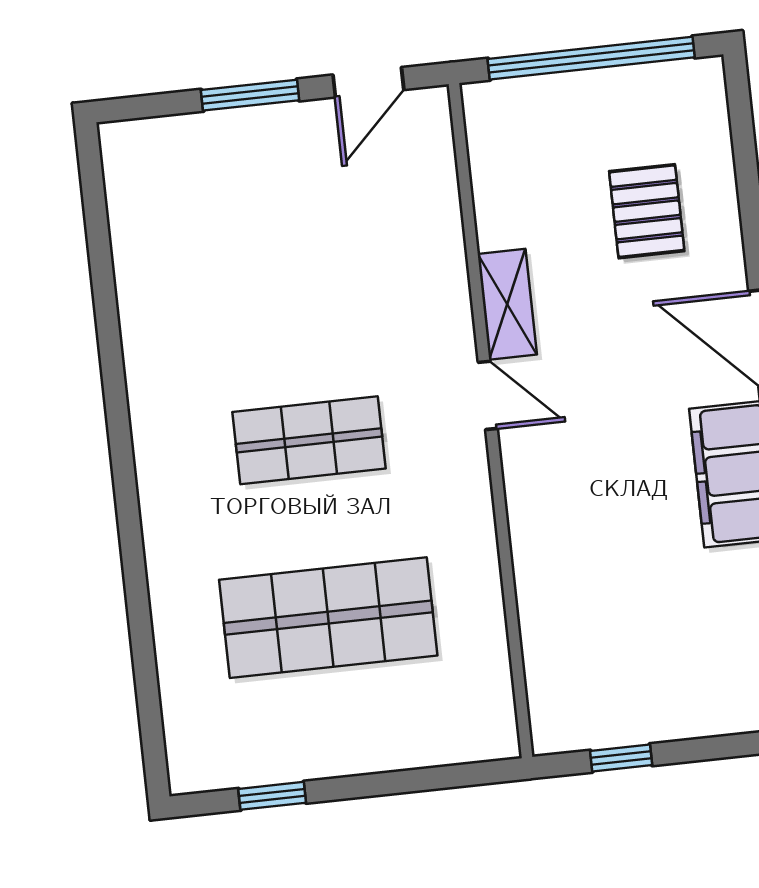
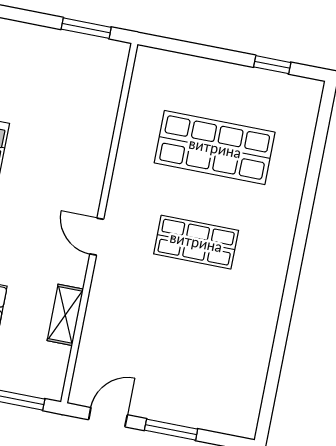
shelving: (507, 304) -> (65, 315), moved
window: (621, 758) -> (86, 28), width x1.50

